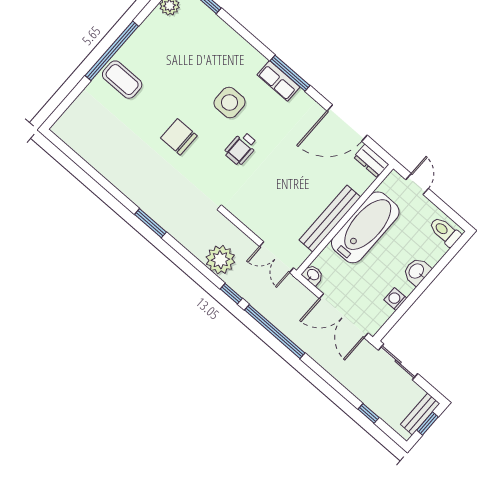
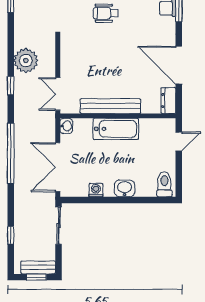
bathtub: (365, 227) -> (116, 129), width x0.73, depth x0.73
window: (275, 332) -> (11, 153), moved

